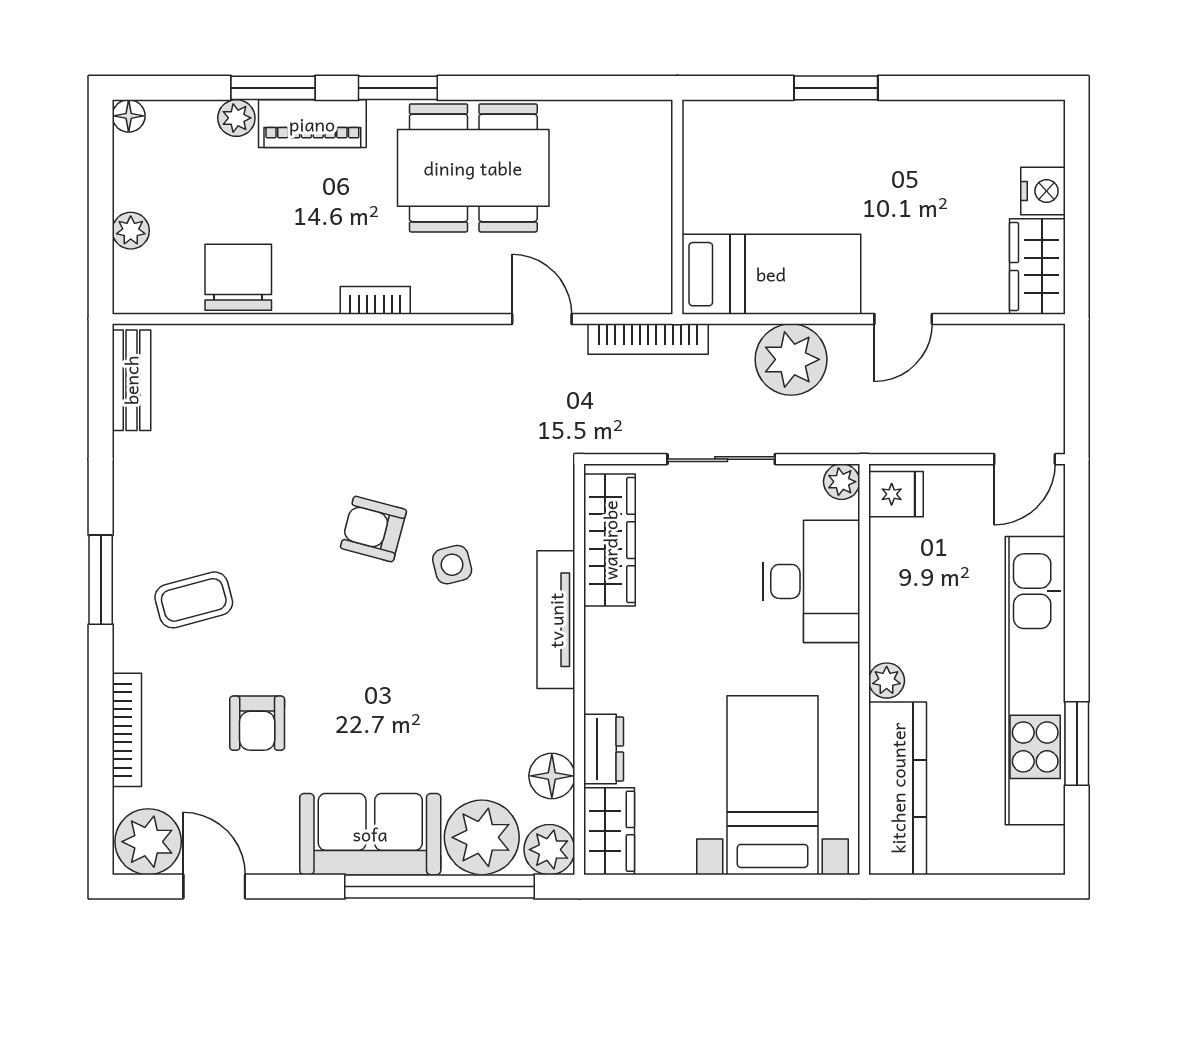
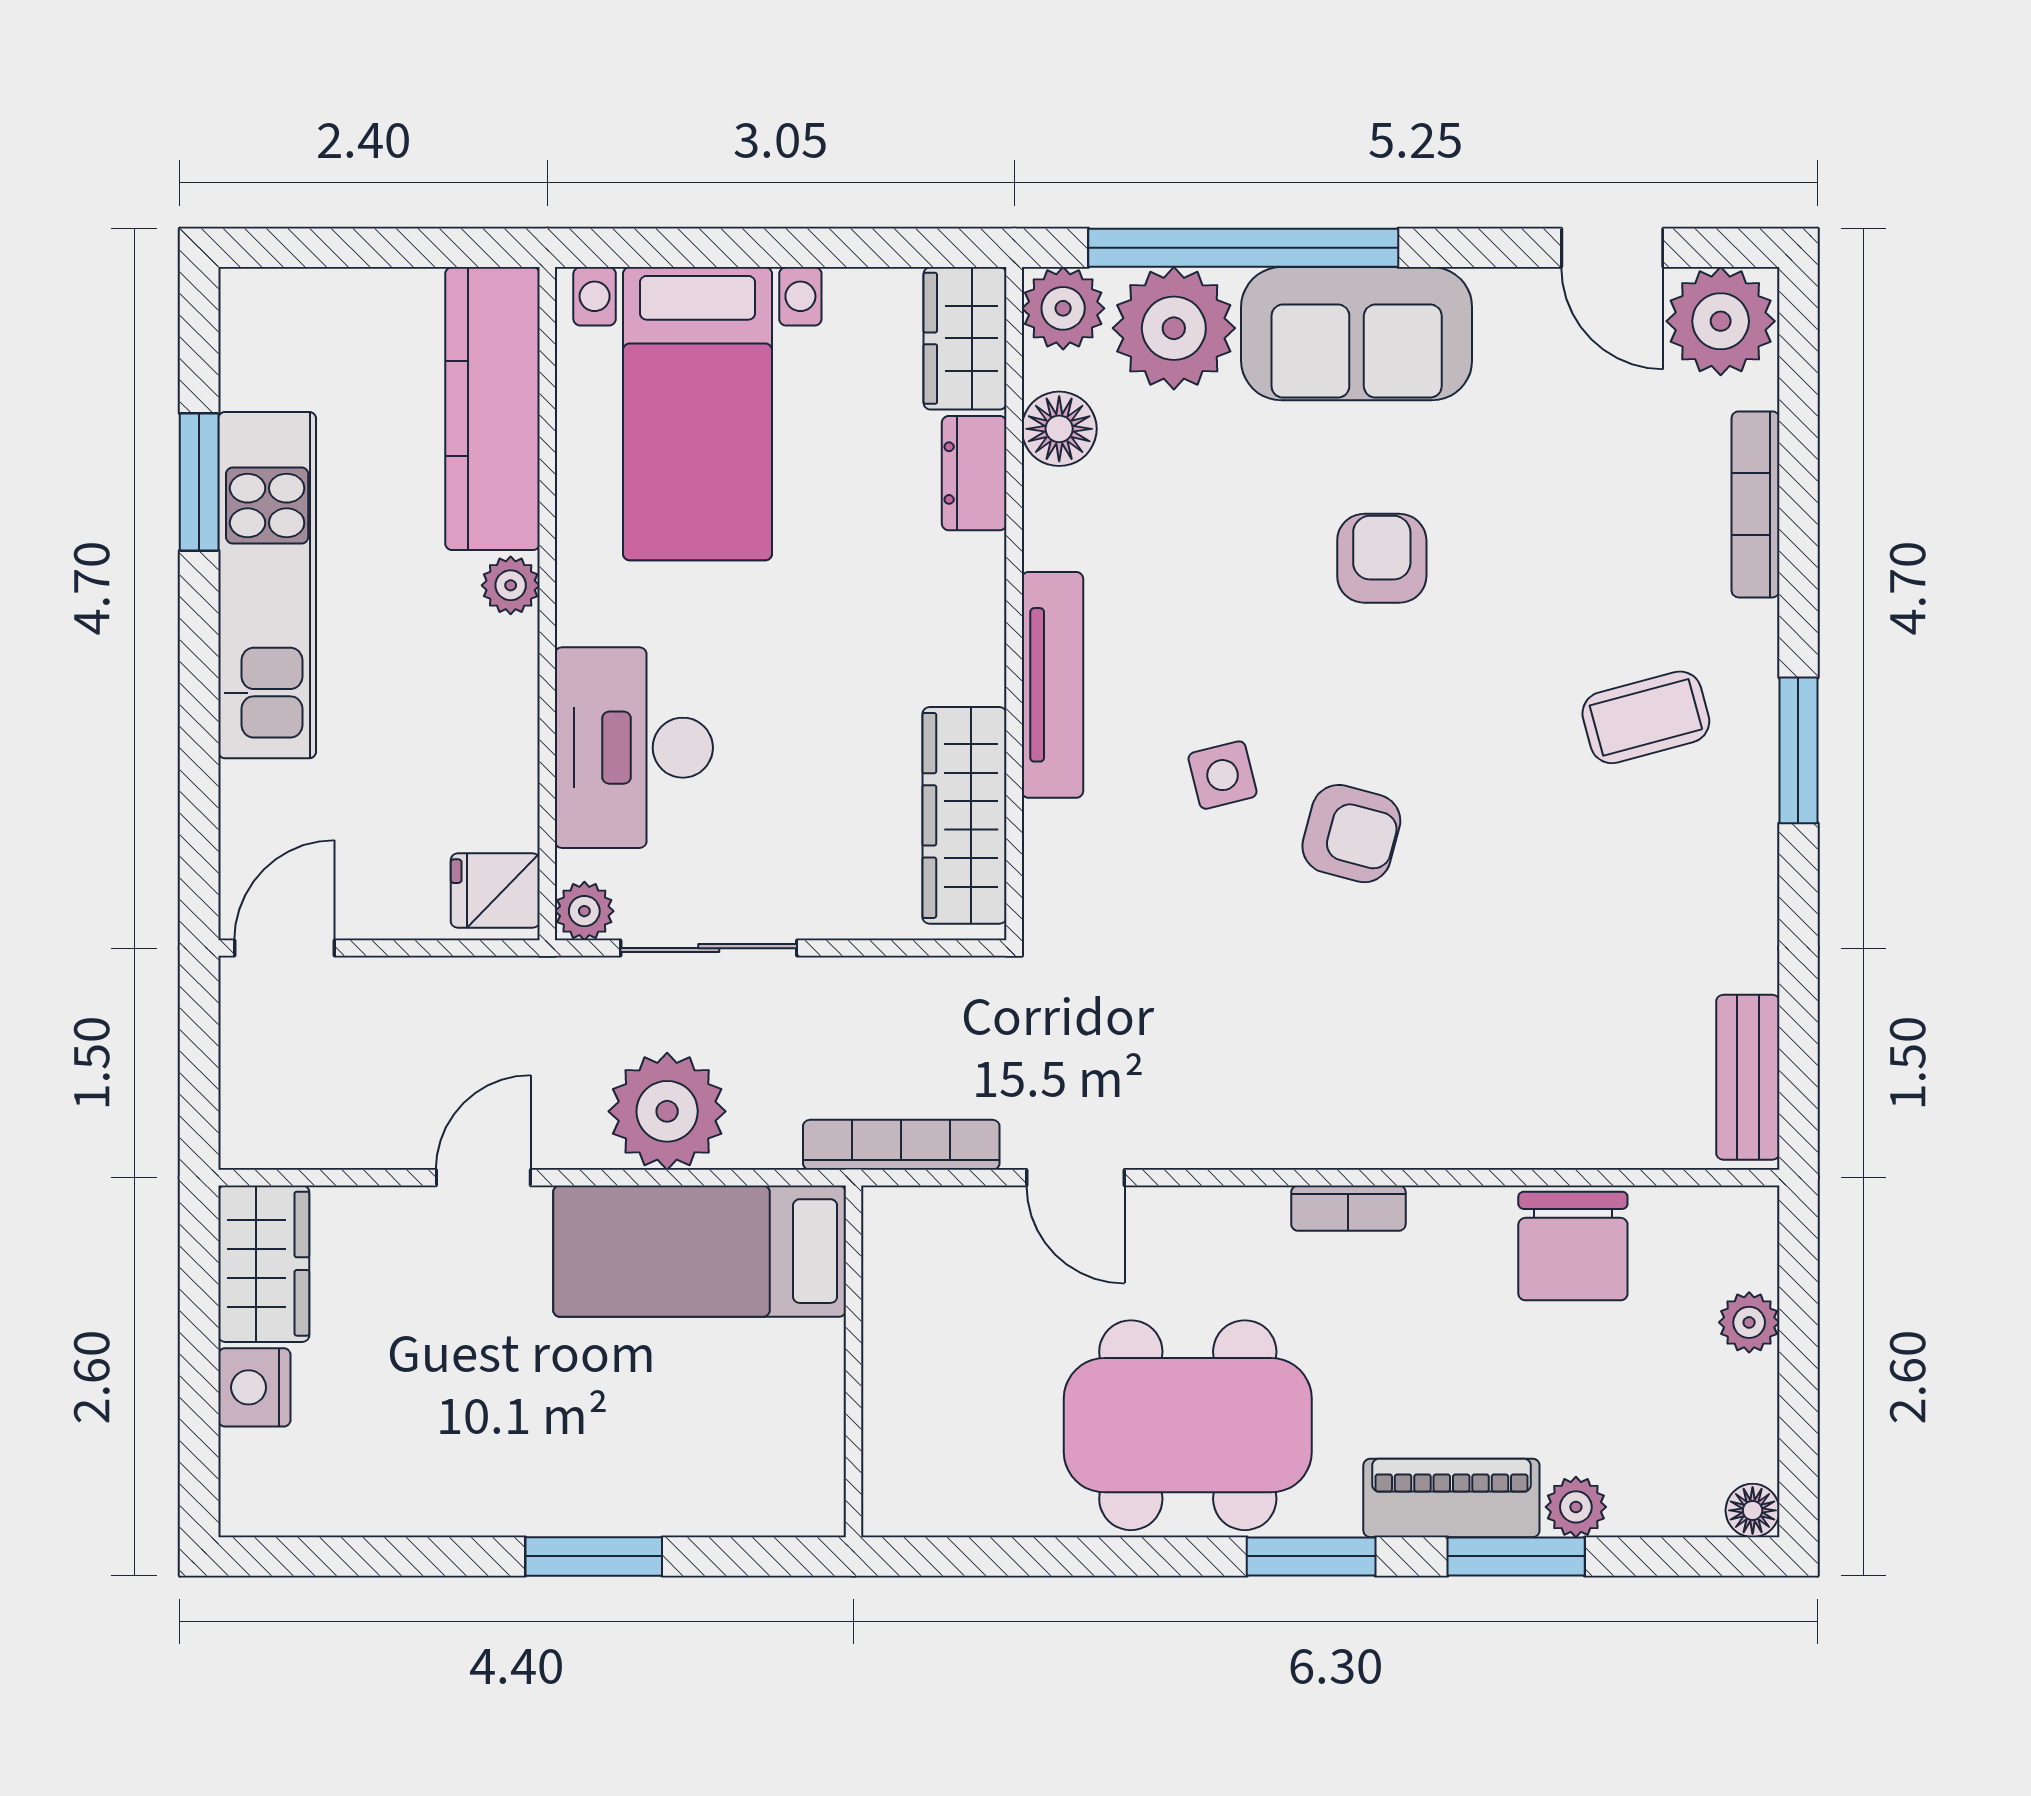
sliding door: (721, 459) -> (709, 948), moved
kitchen unit: (1035, 681) -> (267, 585), width x0.73
armchair: (257, 723) -> (1382, 558), moved

